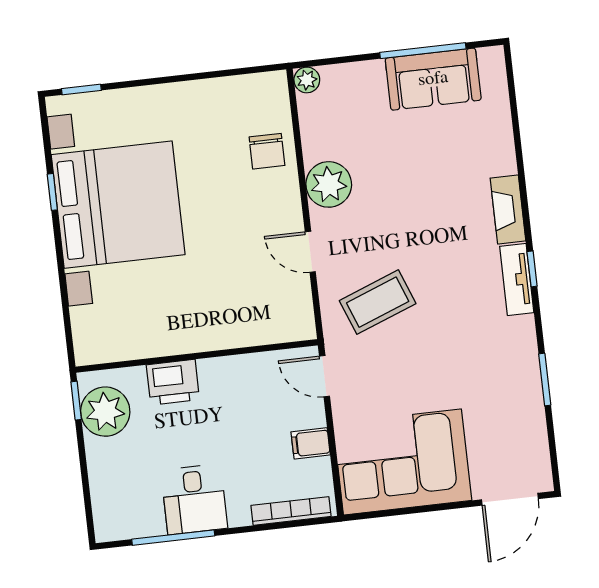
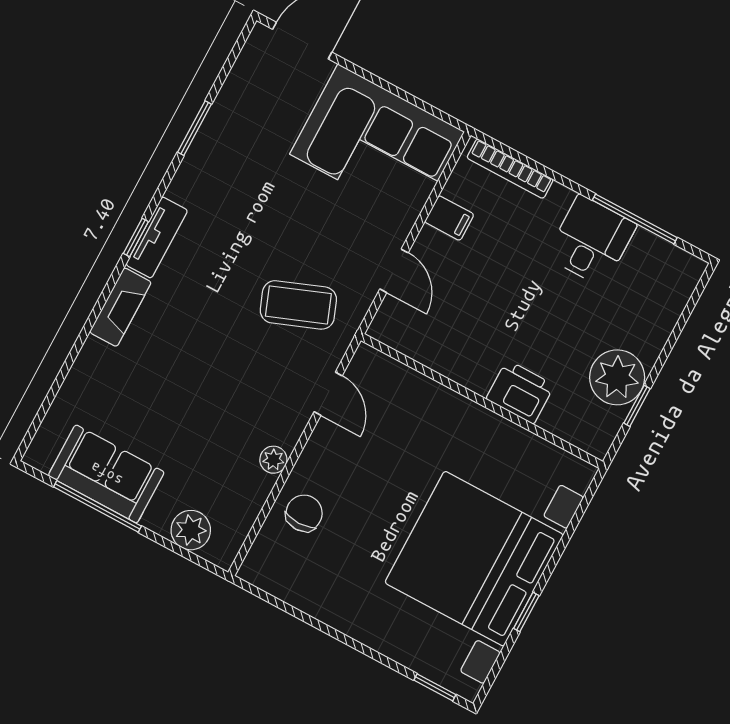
plant: (307, 80) -> (191, 530), moved, width x1.38, depth x1.38
plant: (329, 184) -> (273, 460), width x0.53, depth x0.53
wall: (197, 356) -> (482, 401), moved
printer: (173, 382) -> (520, 392), moved

